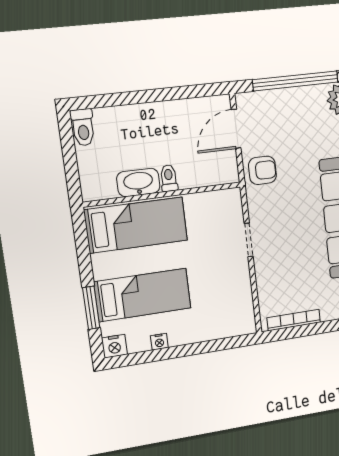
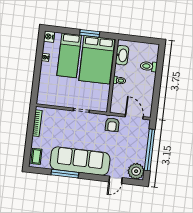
toilet: (83, 127) -> (149, 66), moved
washbasin: (138, 182) -> (122, 55), moved
bed: (136, 225) -> (97, 60), width x1.50
window: (91, 308) -> (90, 33), moved

